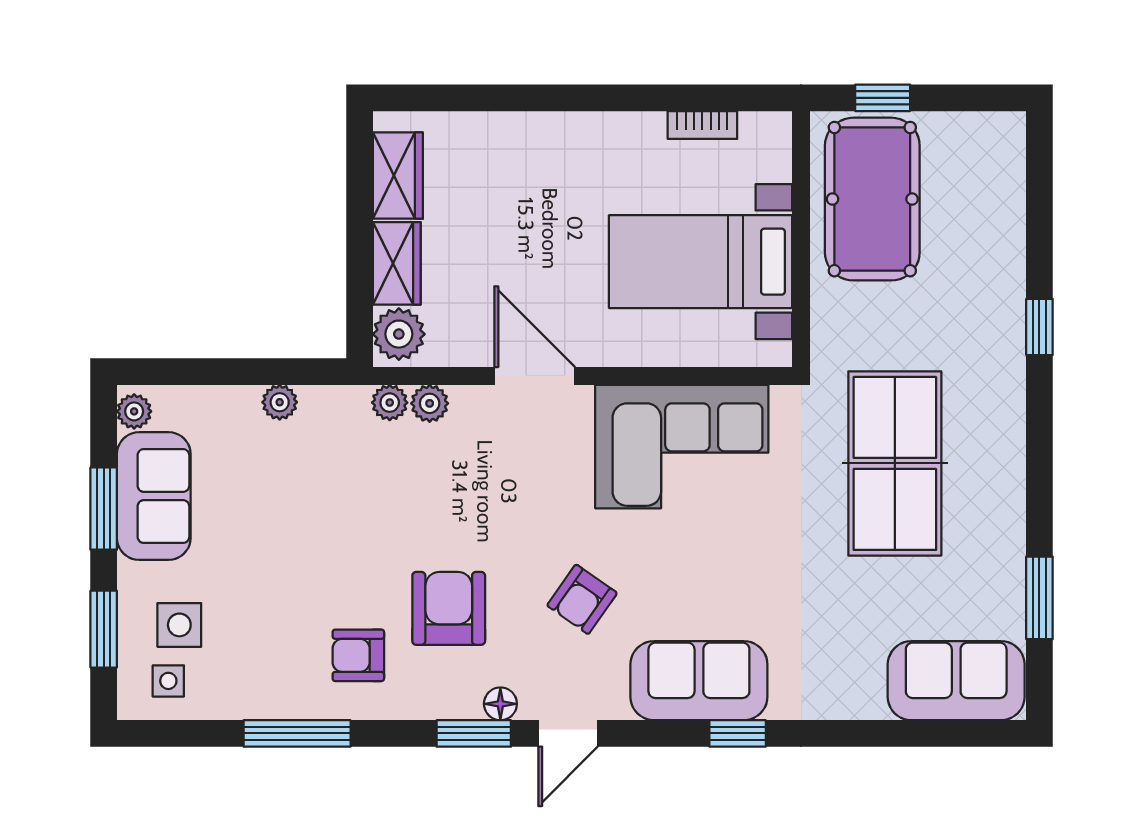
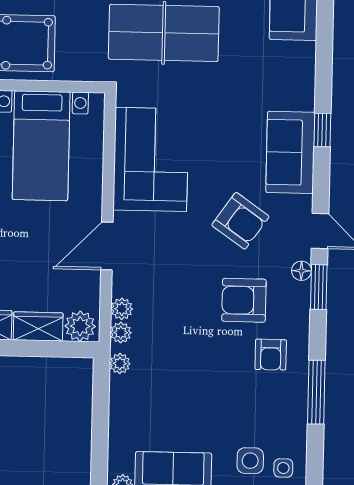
plant: (280, 402) -> (120, 364), moved
armchair: (582, 599) -> (240, 221), width x1.38, depth x1.38

